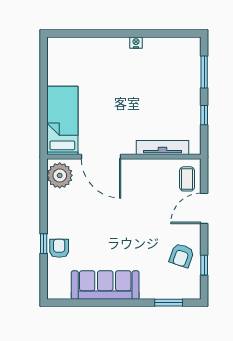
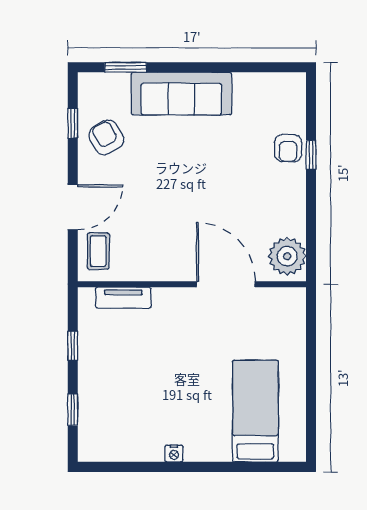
window: (204, 72) -> (73, 410), width x0.67
bed: (62, 120) -> (255, 411), moved, turned 180
tv unit: (162, 148) -> (123, 298), width x0.71
armchair: (182, 256) -> (106, 137), turned -49
sofa: (105, 285) -> (181, 94), moved

